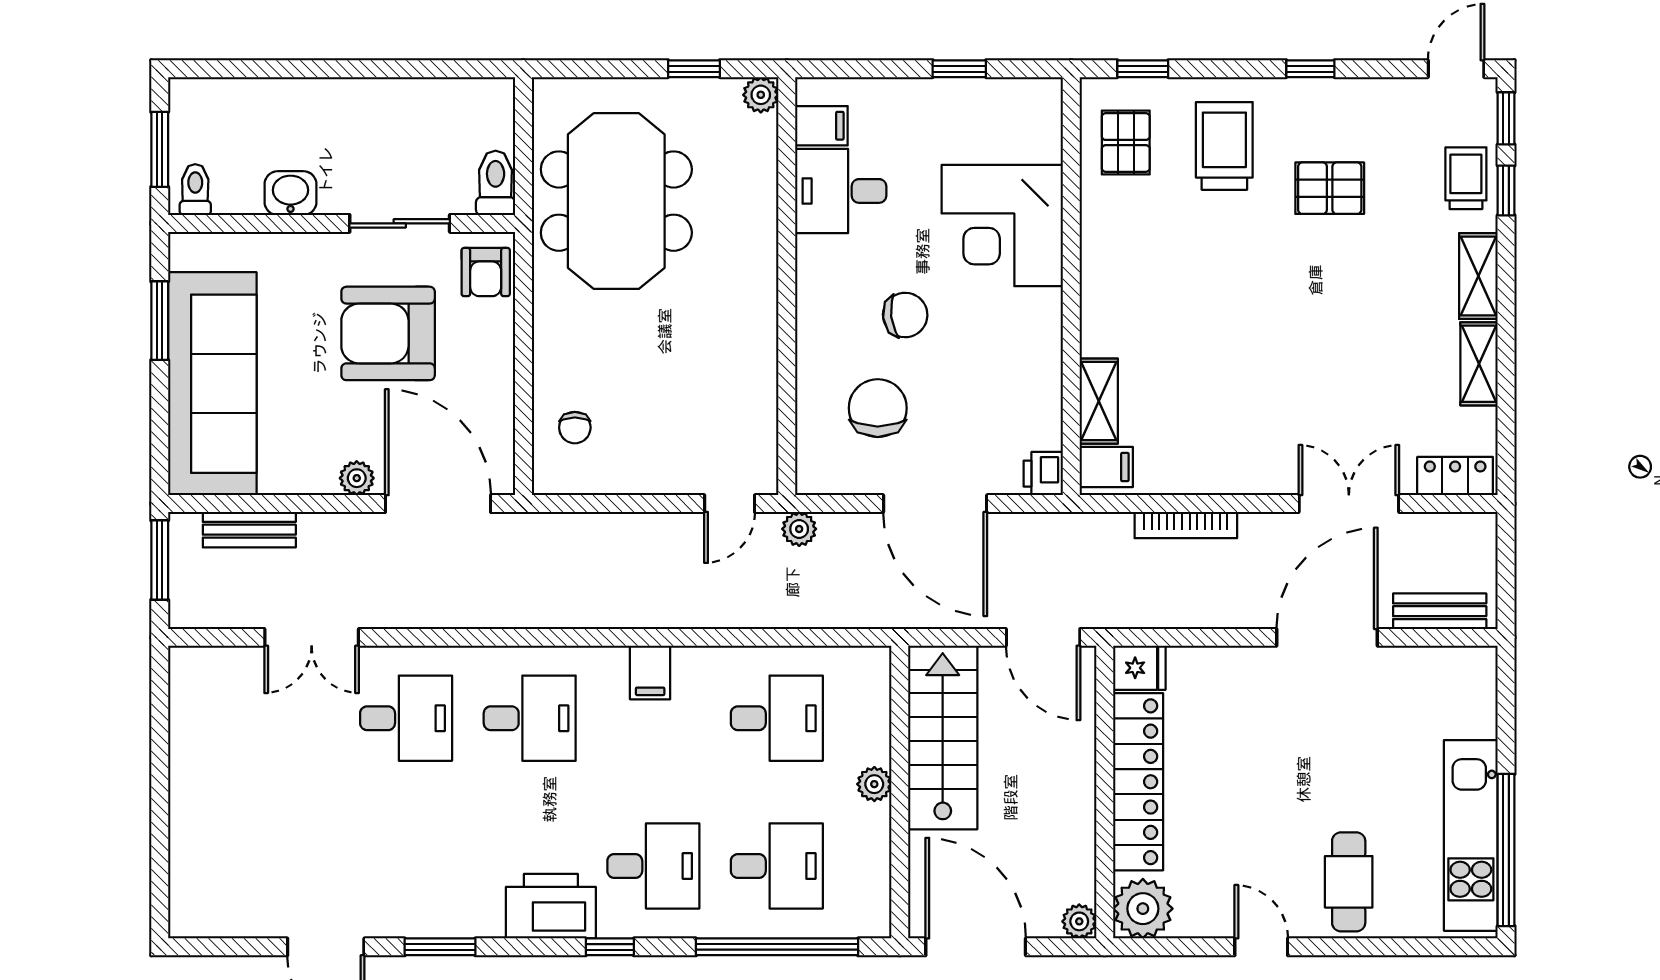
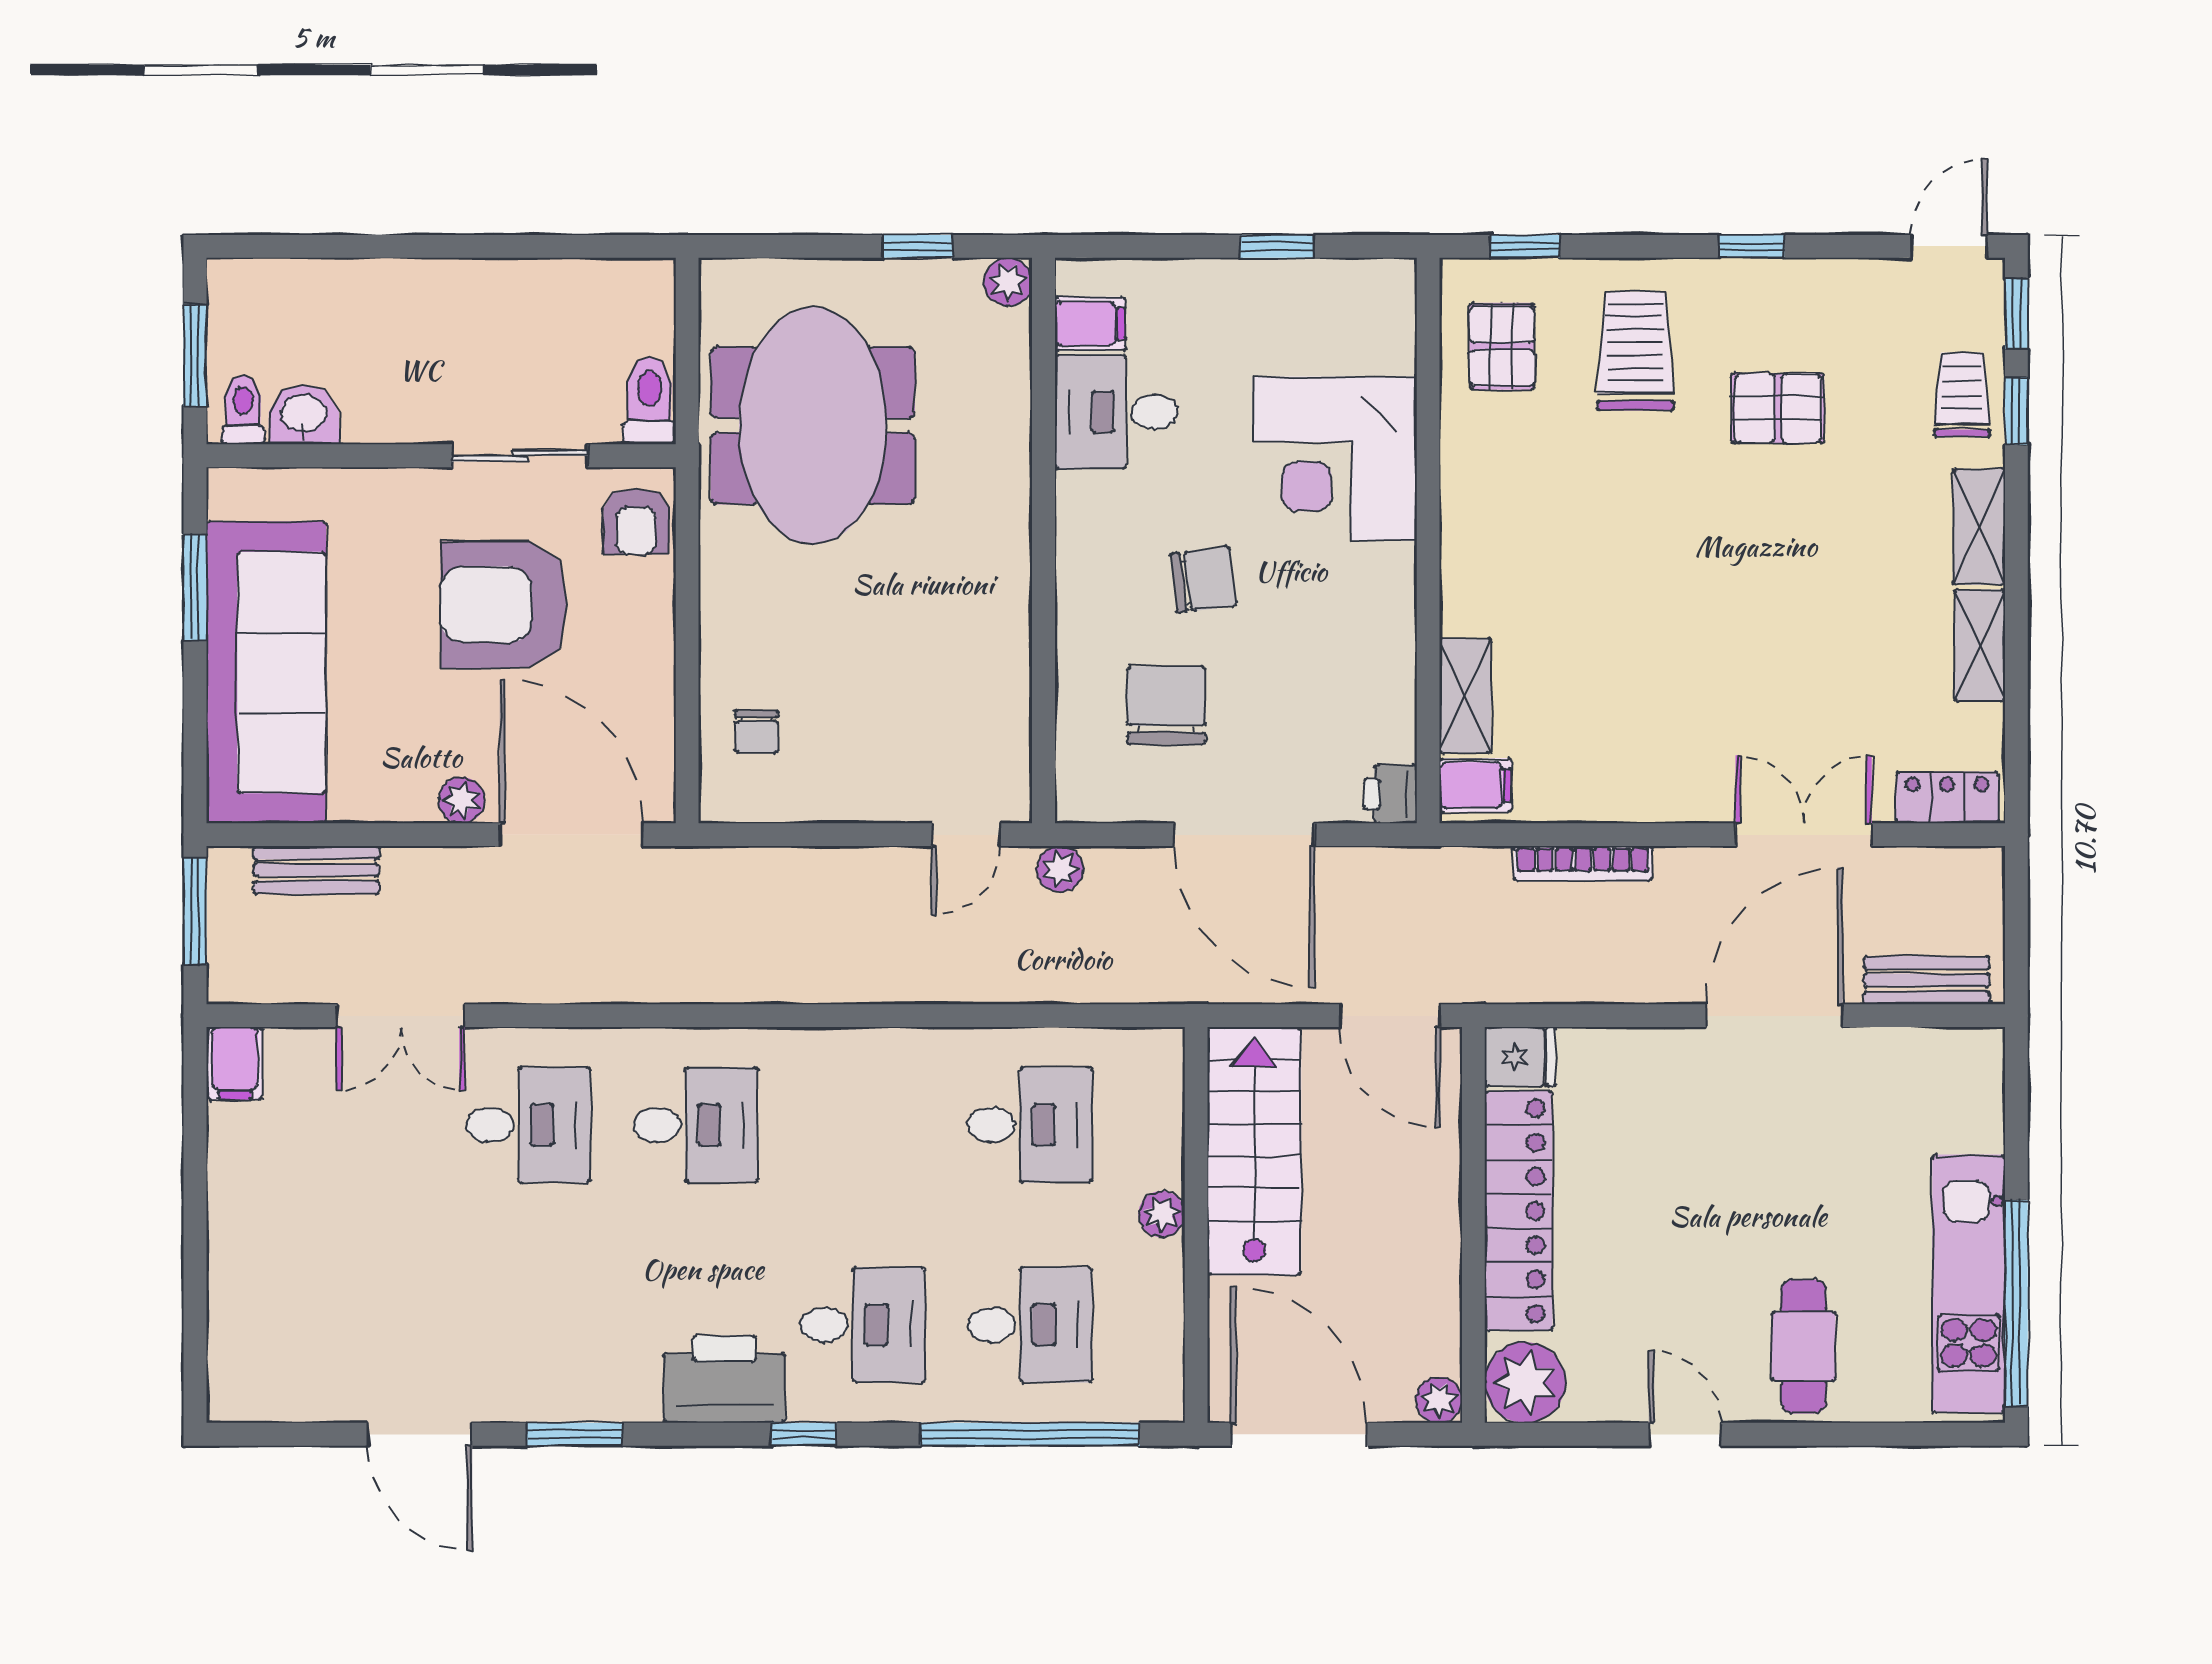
washbasin: (291, 193) -> (304, 415), moved
filing cabinet: (650, 673) -> (235, 1063), moved

